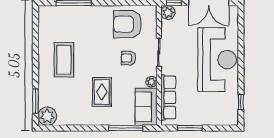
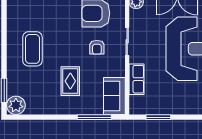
armchair: (128, 58) -> (97, 47), turned -90
plant: (151, 82) -> (120, 71), removed
row of seats: (168, 97) -> (136, 79), width x0.68

